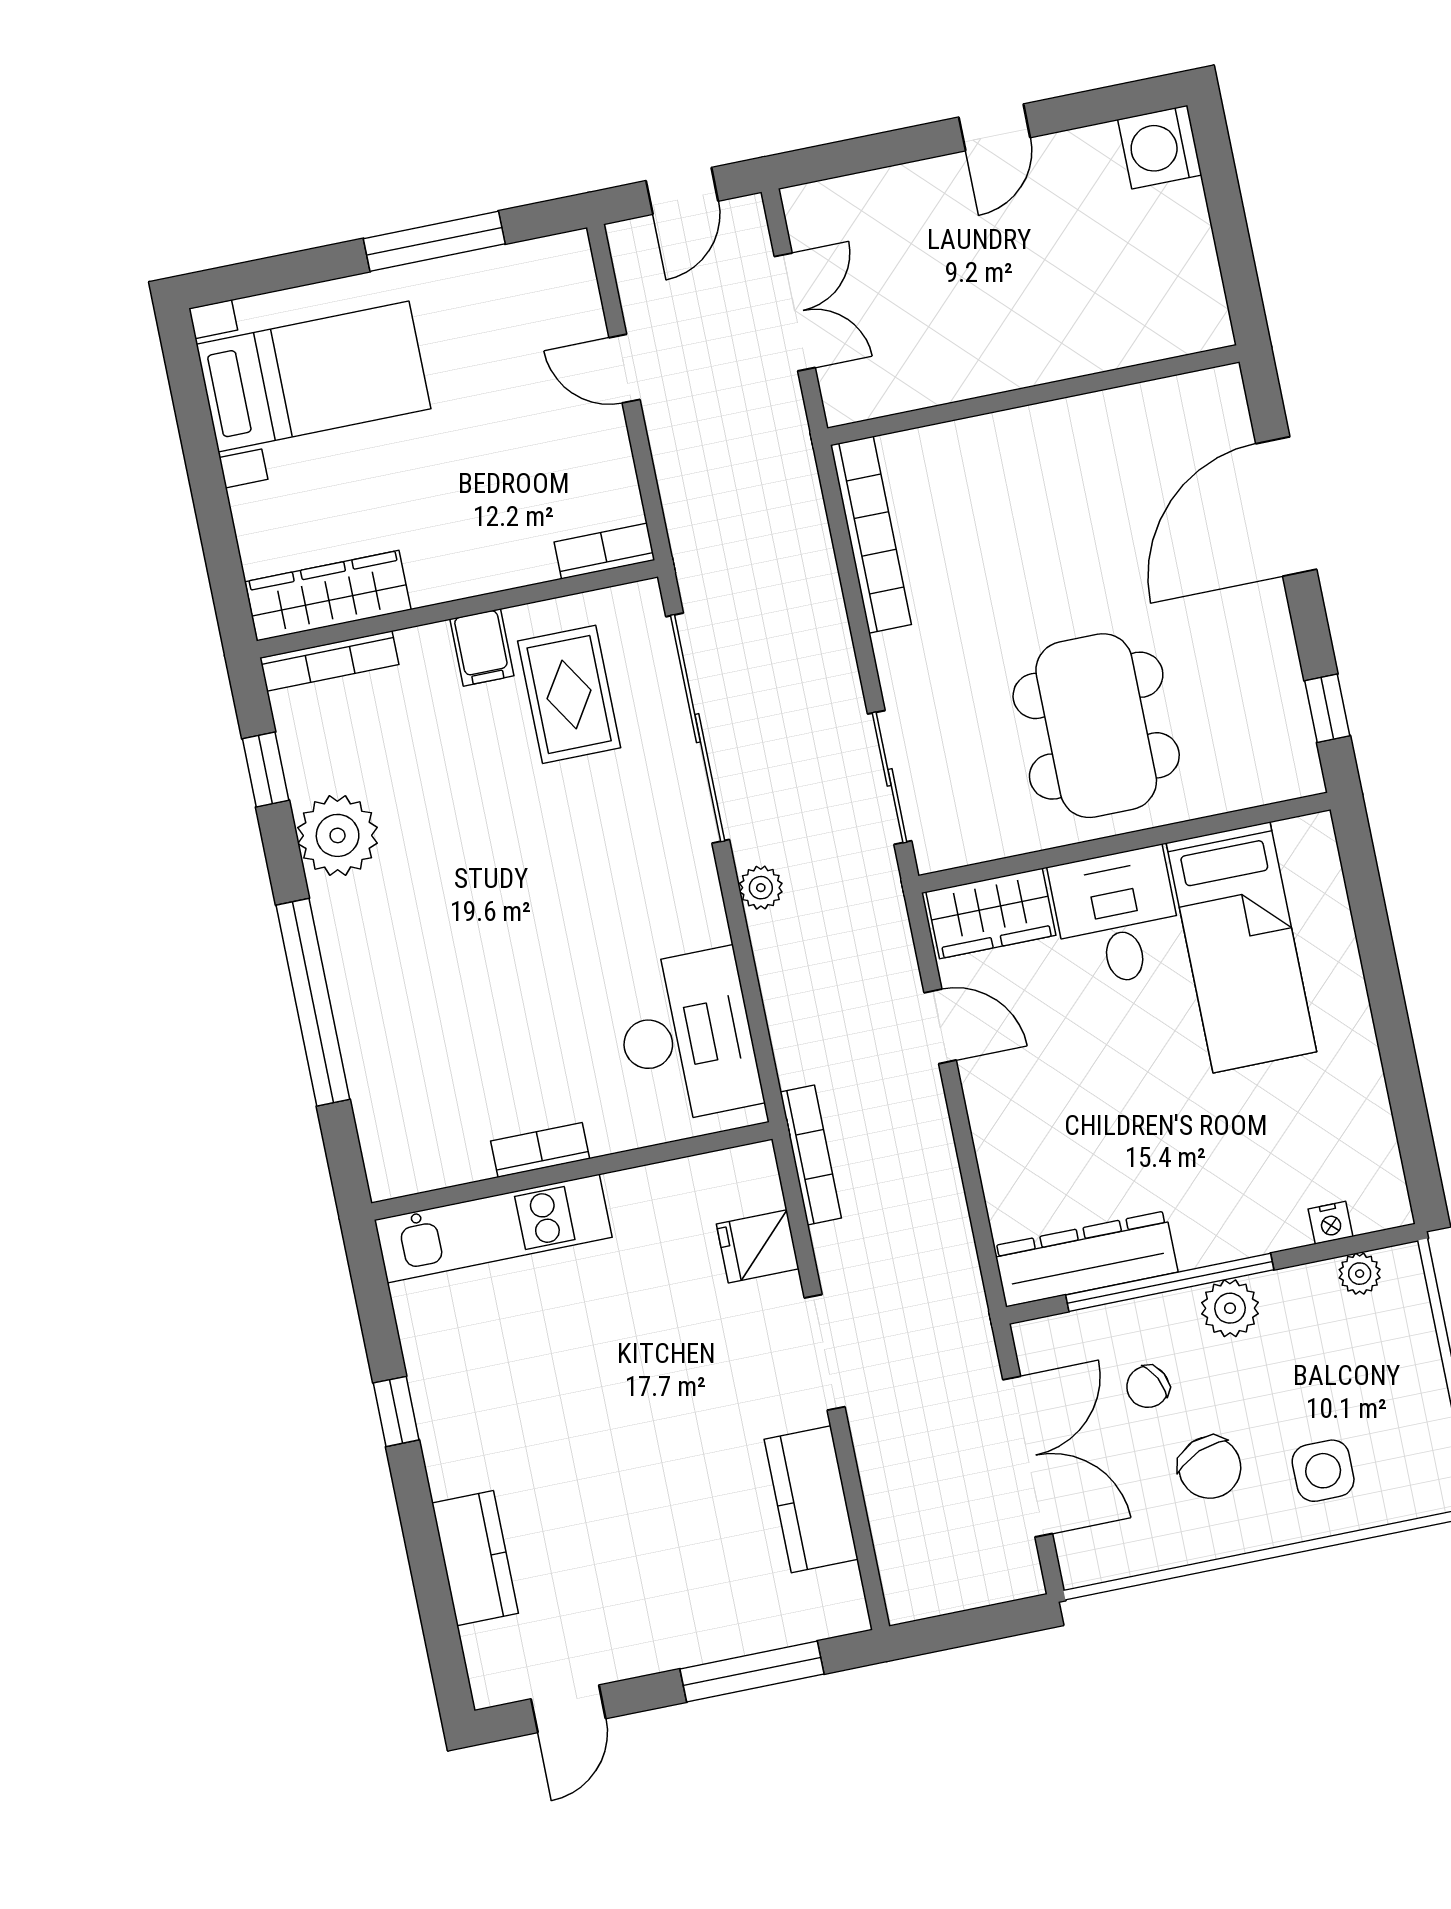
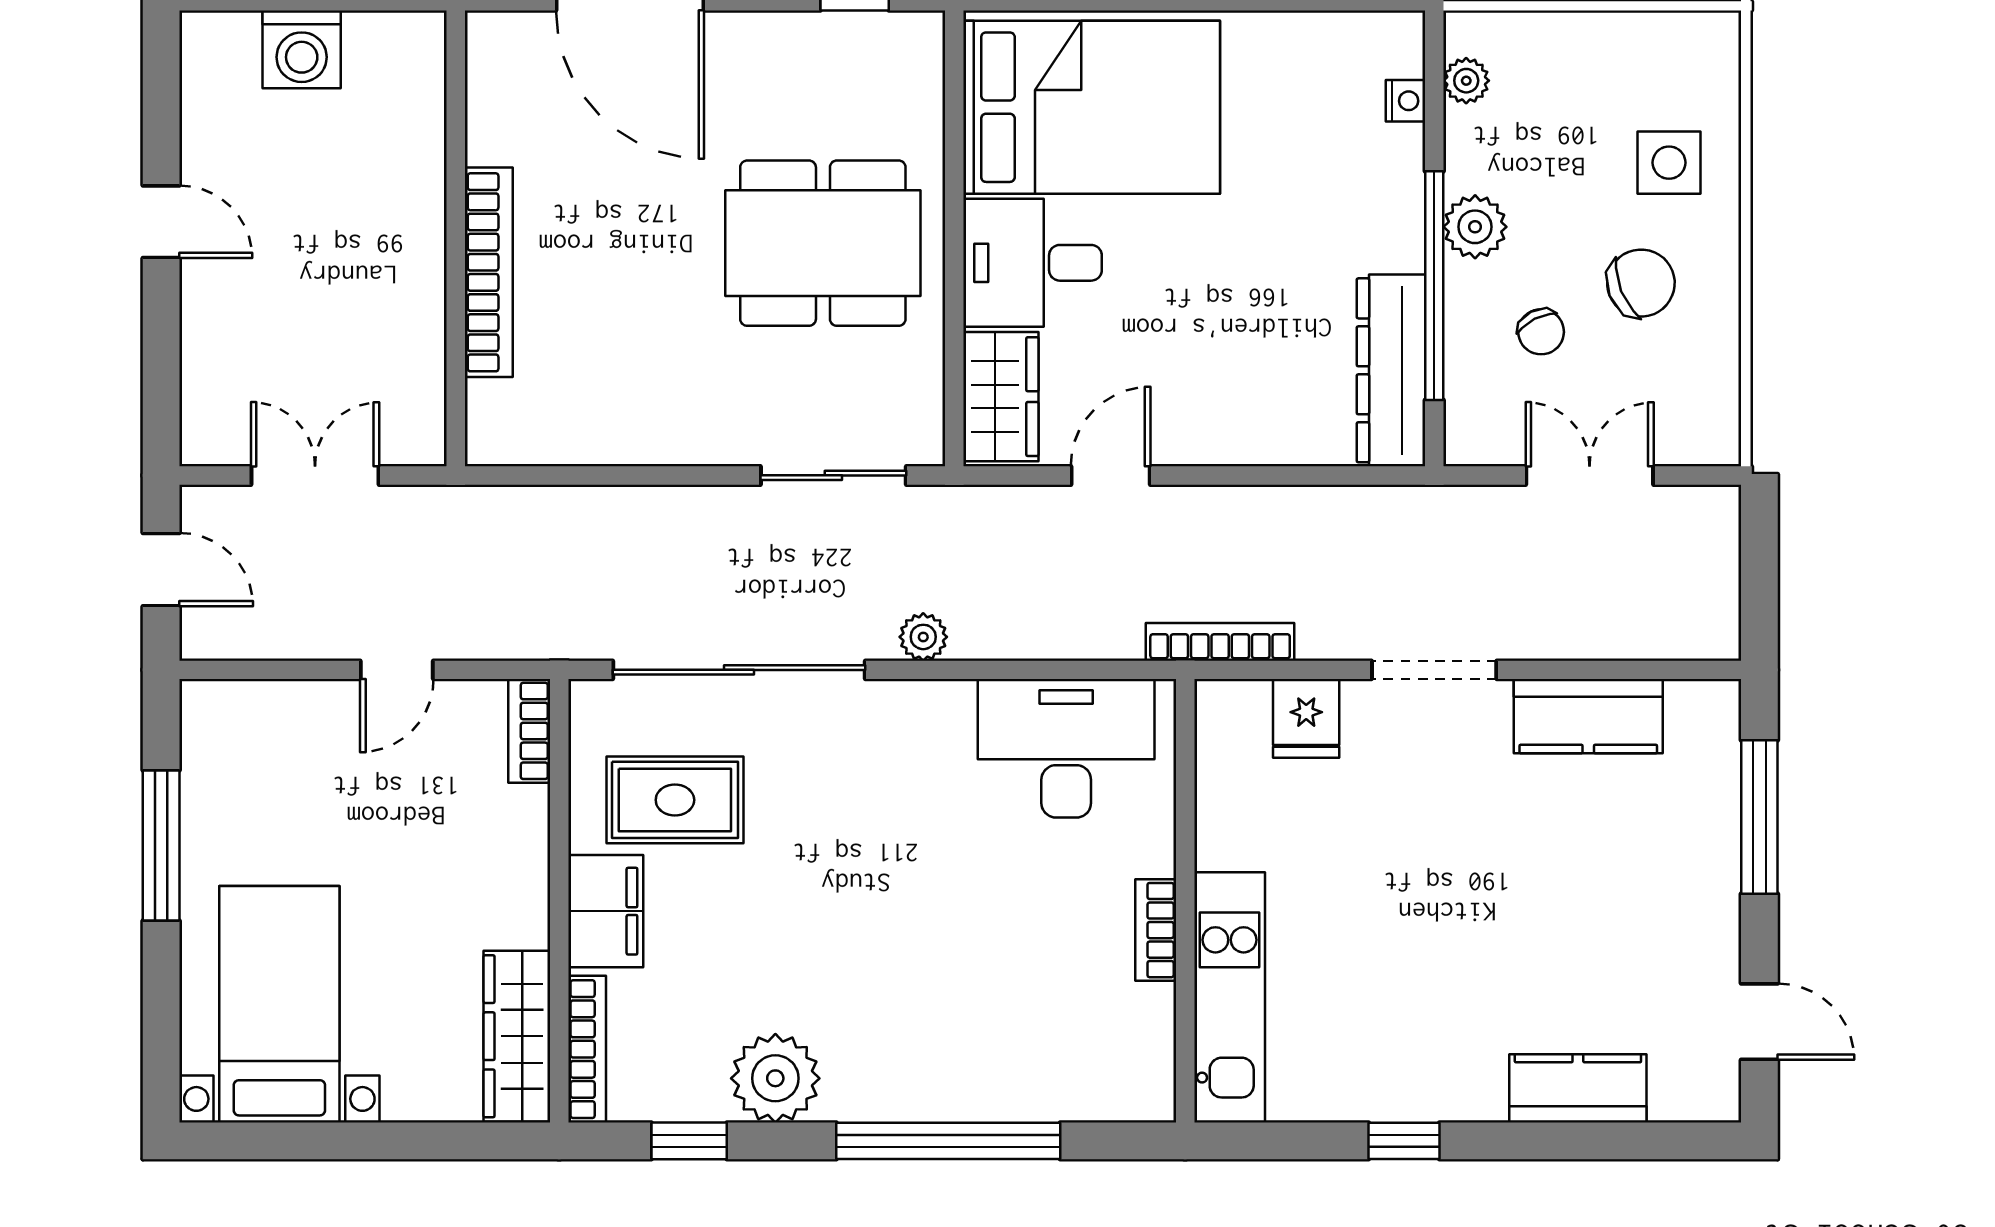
washing machine: (1160, 147) -> (302, 49), moved
door: (624, 369) -> (397, 670), moved
bookcase: (871, 535) -> (489, 272), moved, turned 90
filing cabinet: (482, 647) -> (606, 911), width x2.00
bed: (1241, 947) -> (1092, 107), width x1.50
double door: (1028, 1457) -> (1590, 475), width x0.73

